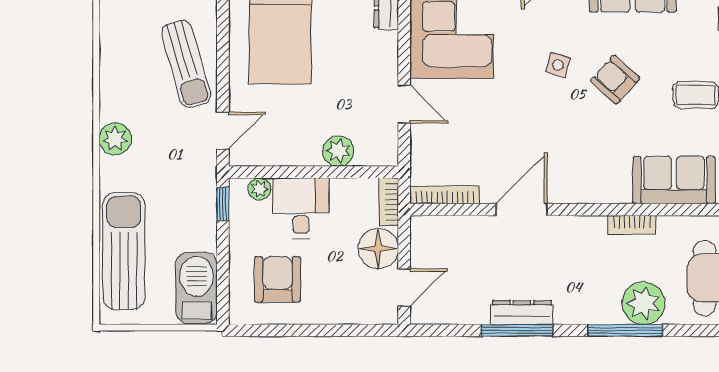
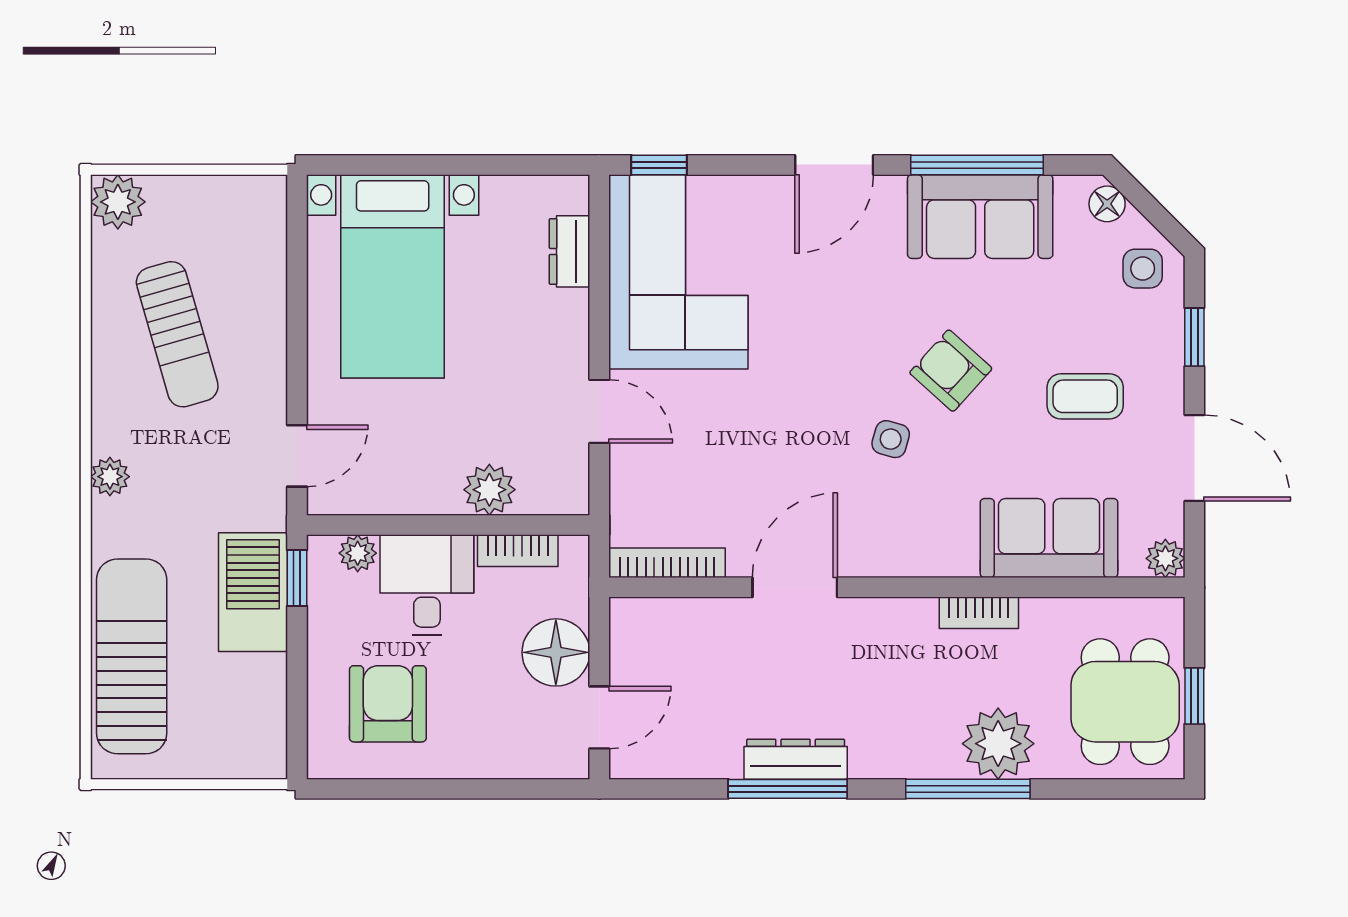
sun lounger: (186, 64) -> (177, 334), moved
side table: (558, 65) -> (891, 439), moved
plant: (115, 139) -> (110, 477), width x0.73, depth x0.73
bookcase: (389, 202) -> (518, 551), moved, turned -90
barbecue: (197, 288) -> (253, 592), moved

